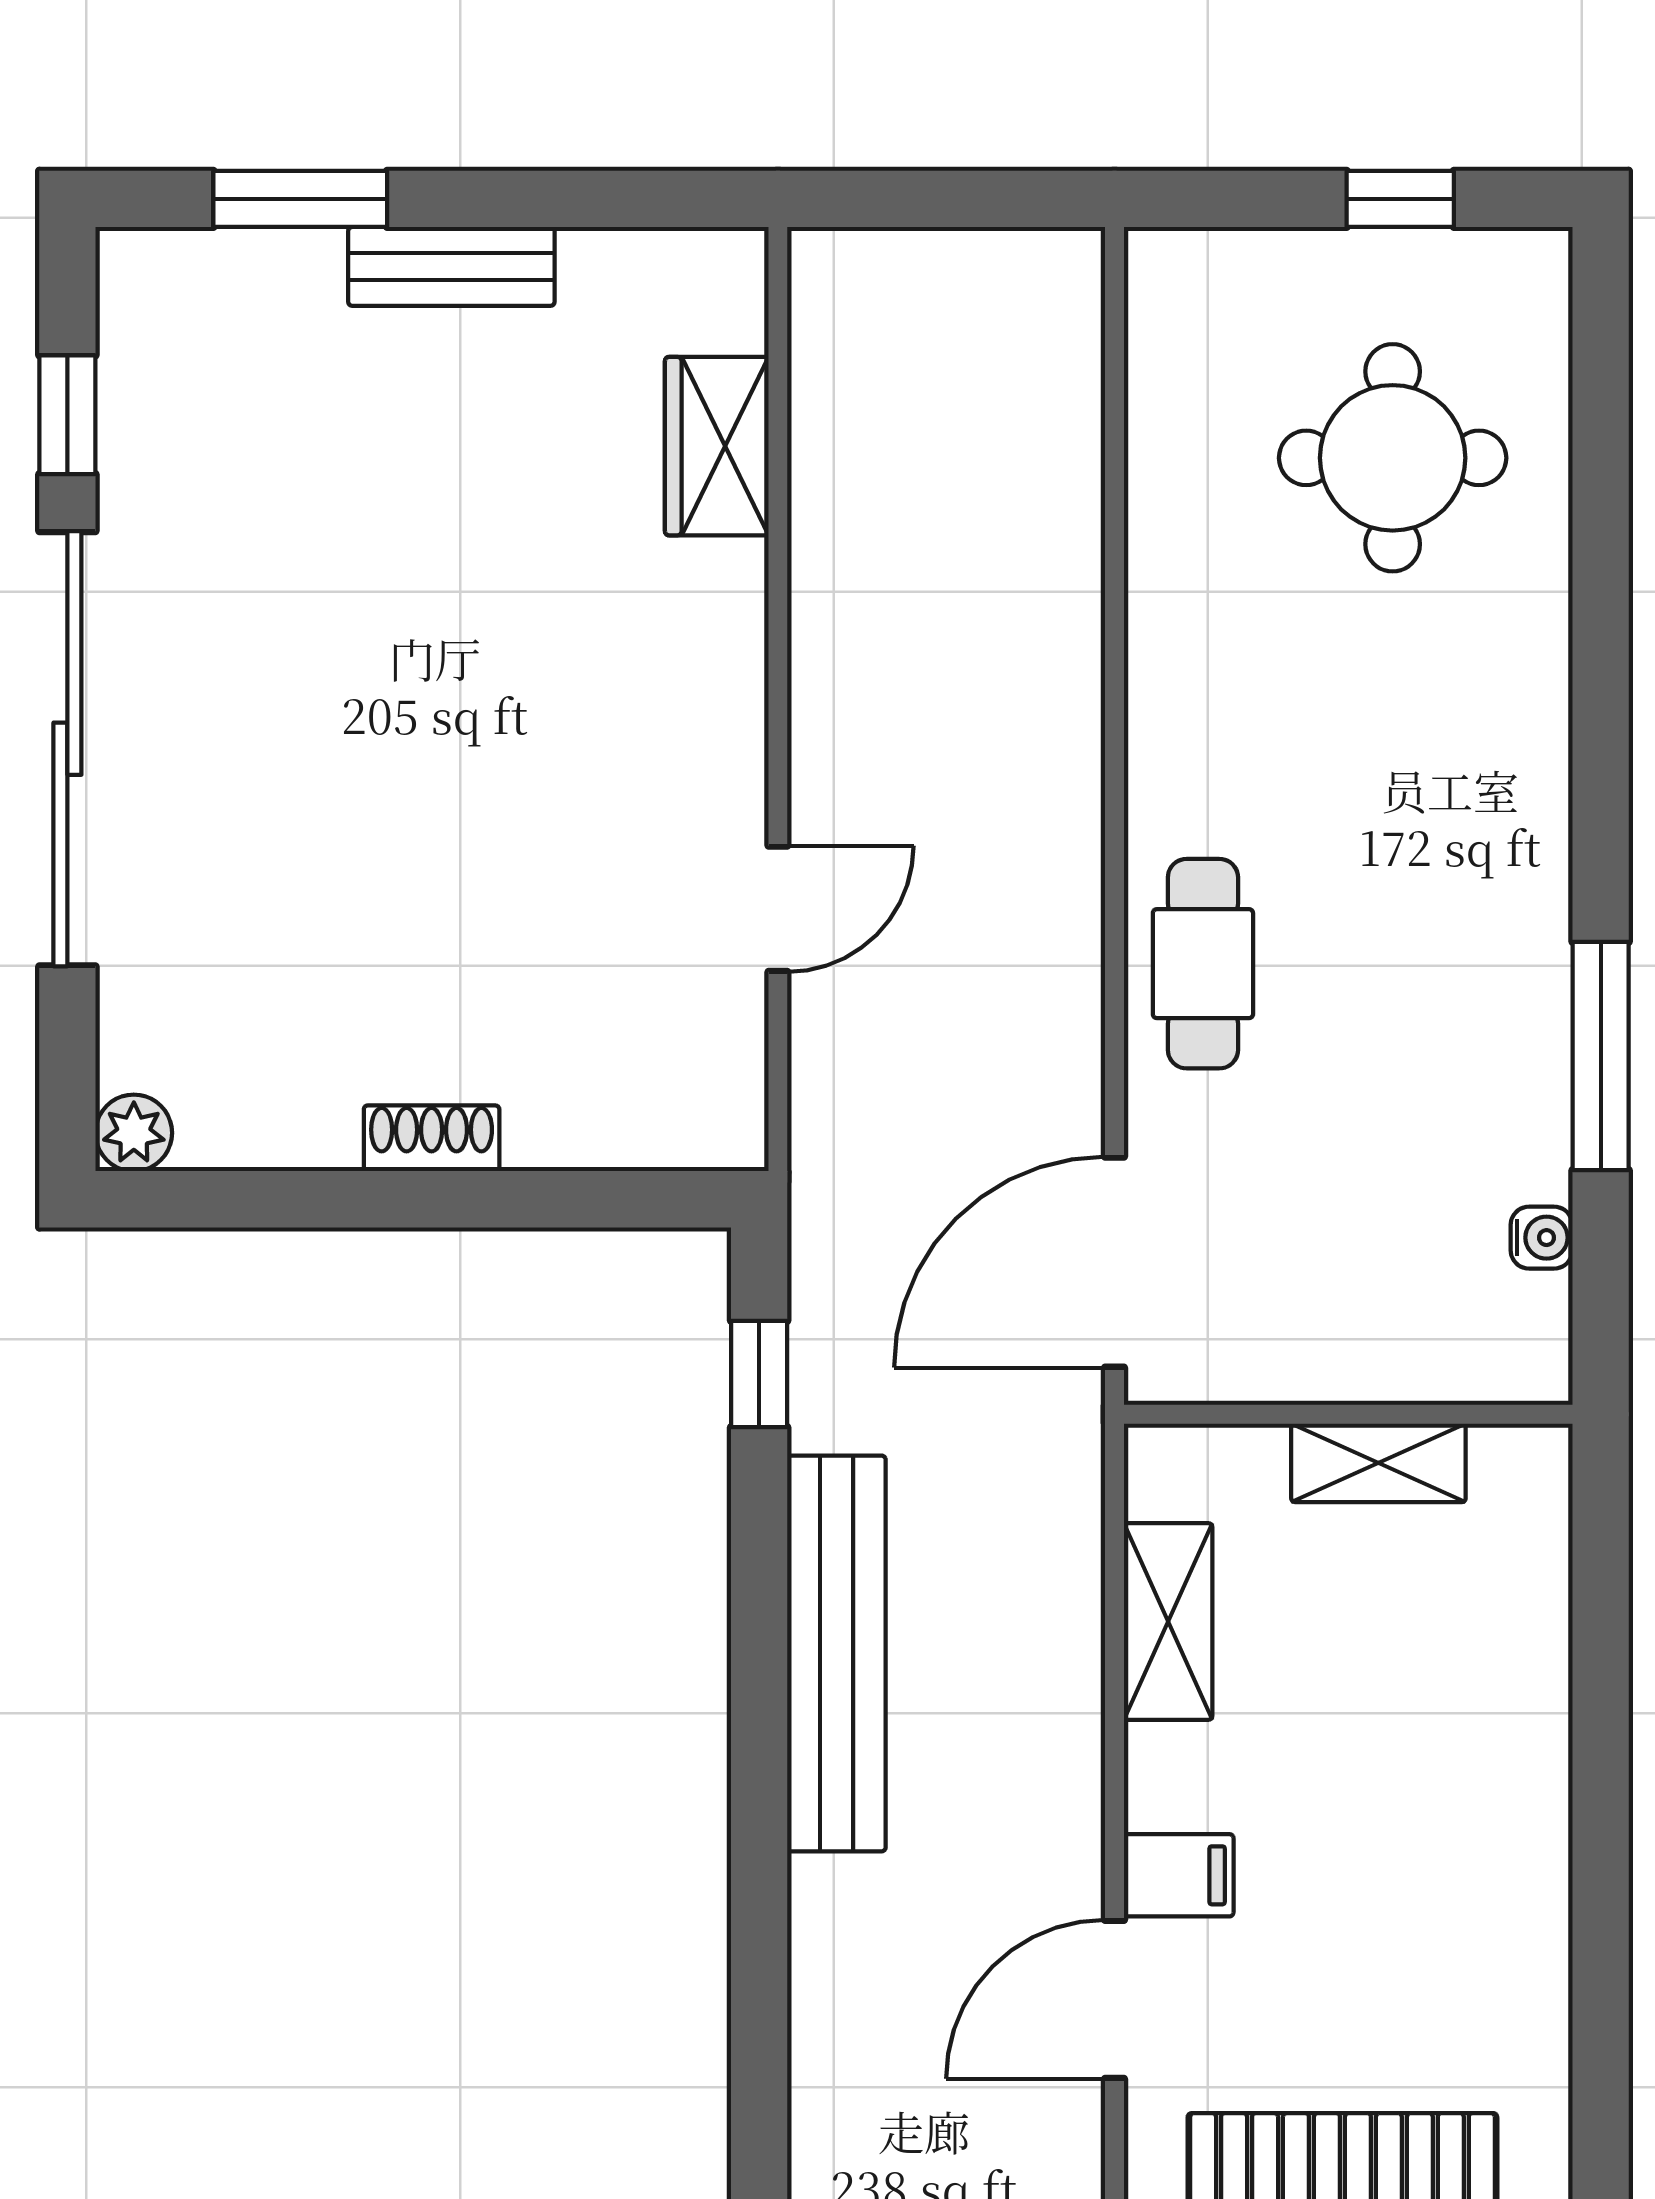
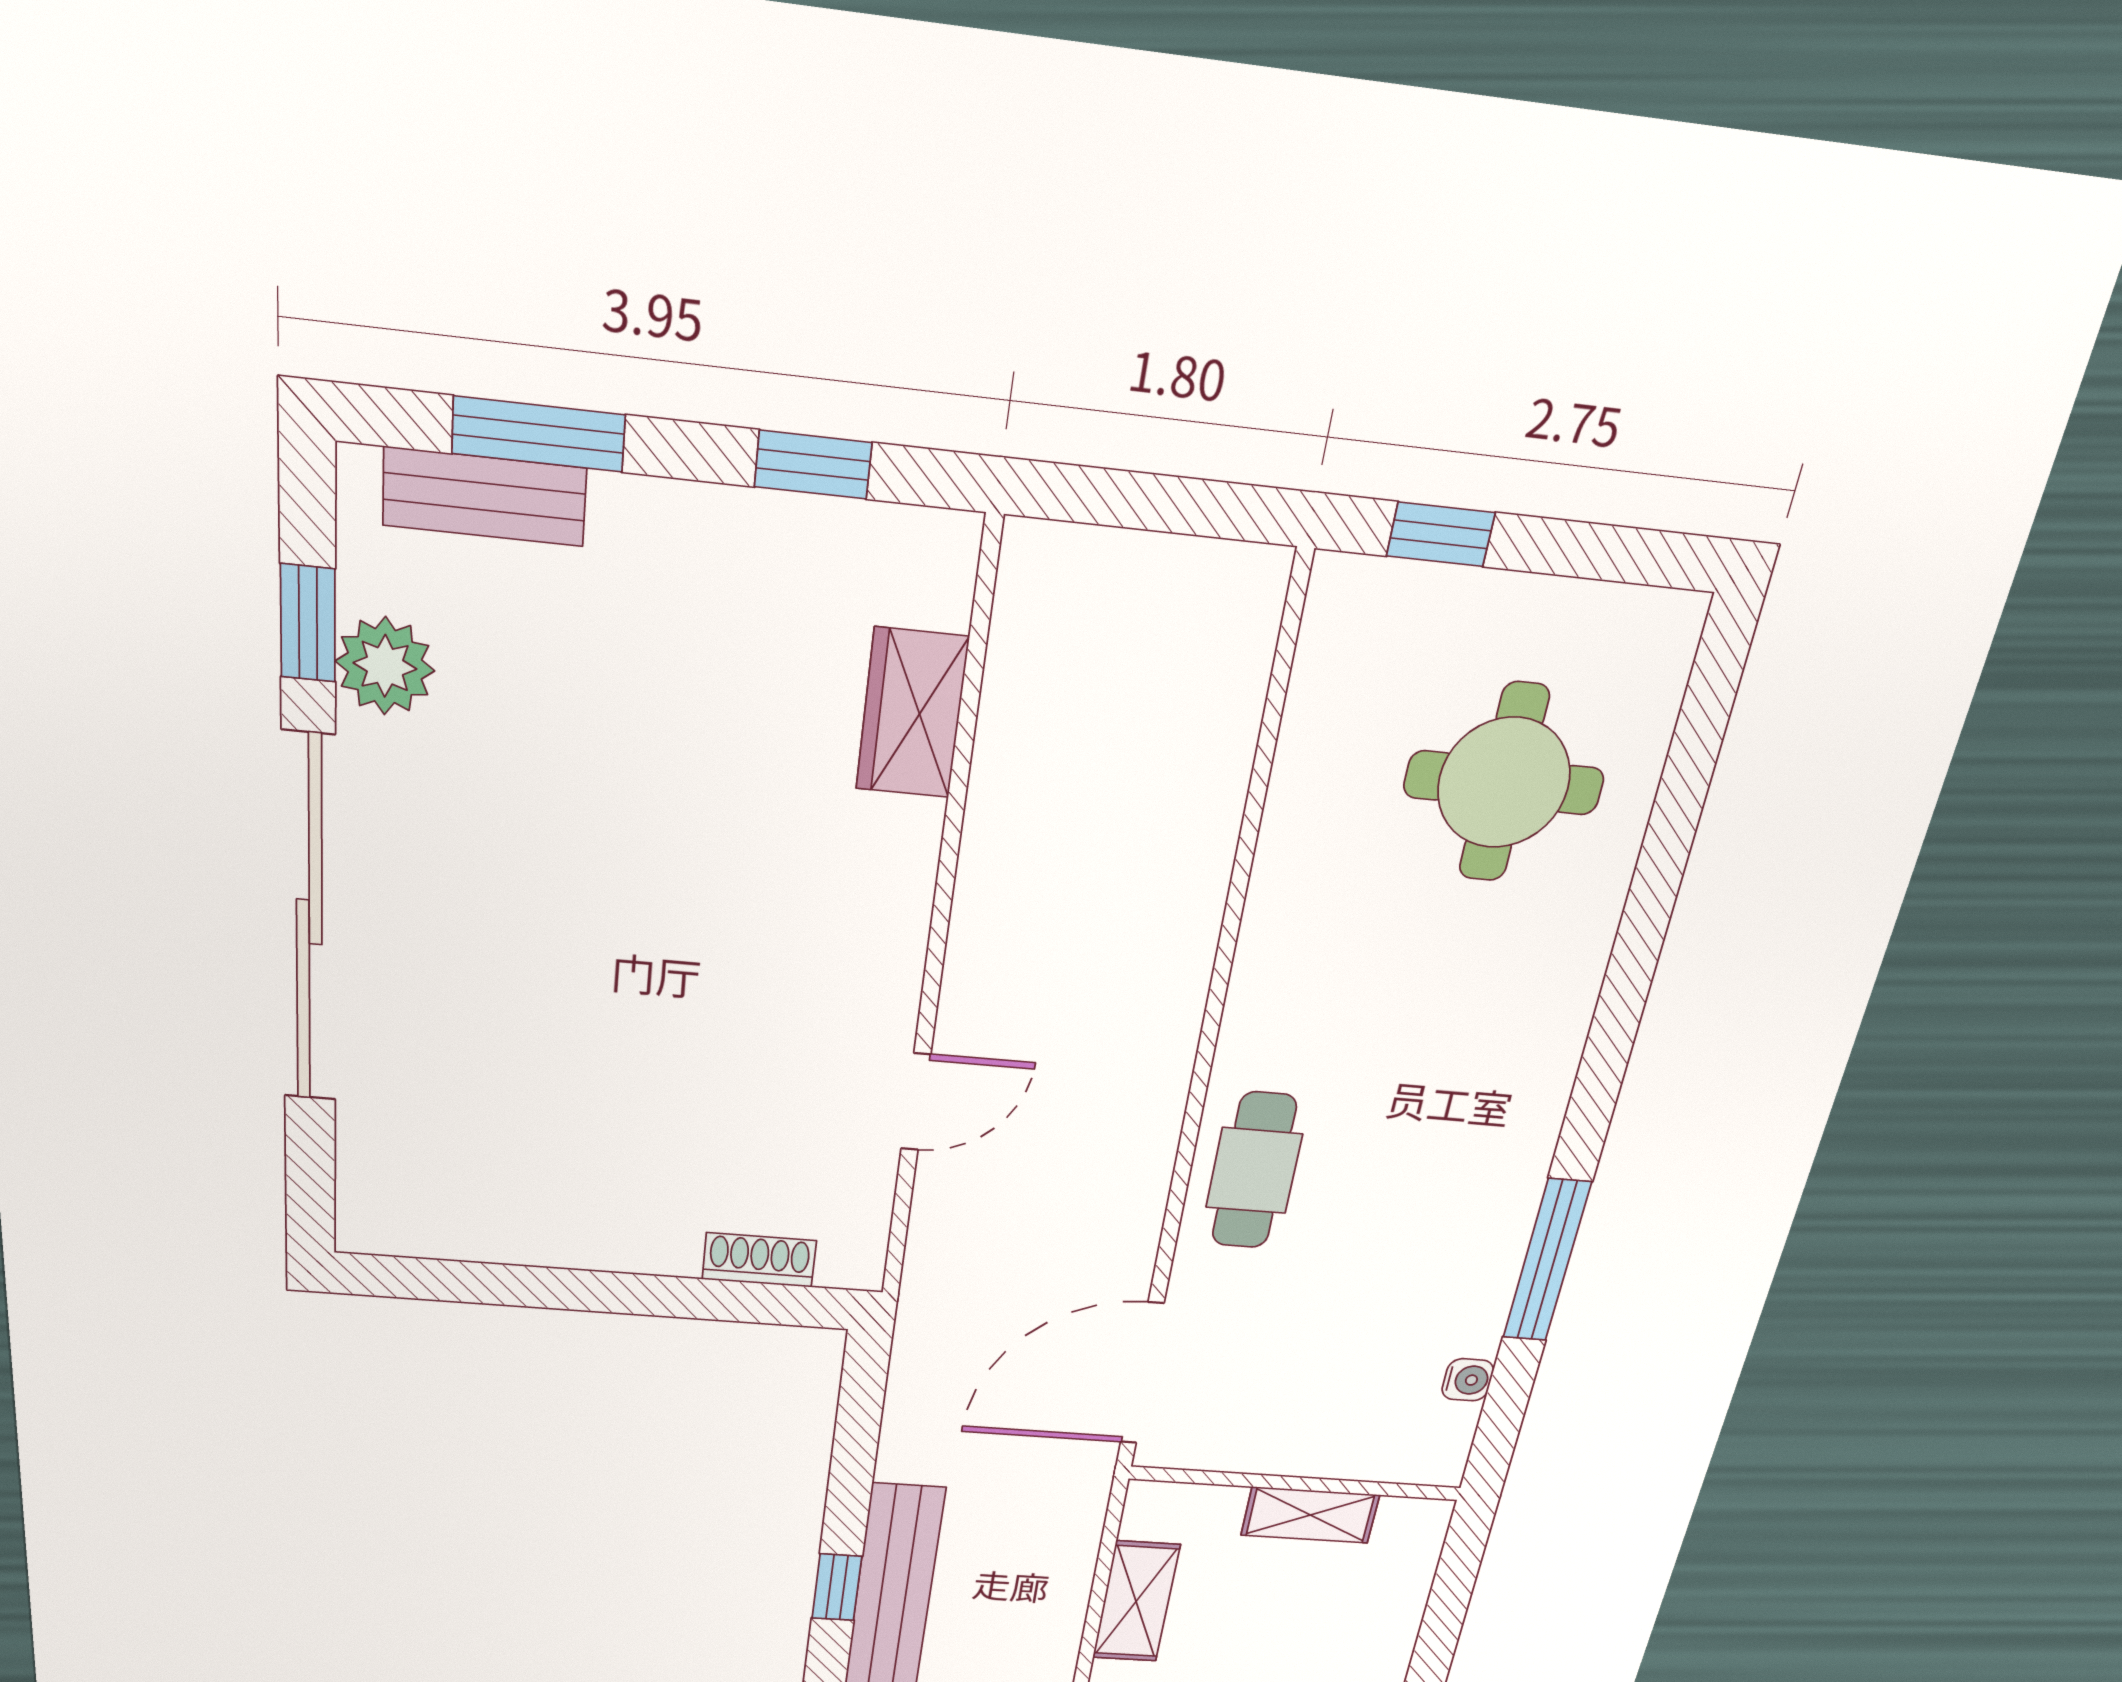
window: (583, 199) -> (813, 465), added
window: (1400, 199) -> (1441, 534), moved
bench: (451, 266) -> (484, 497), moved
plant: (134, 1133) -> (385, 666), moved, width x1.38, depth x1.38
shoe rack: (432, 1138) -> (759, 1260), moved
window: (759, 1374) -> (837, 1587), moved

